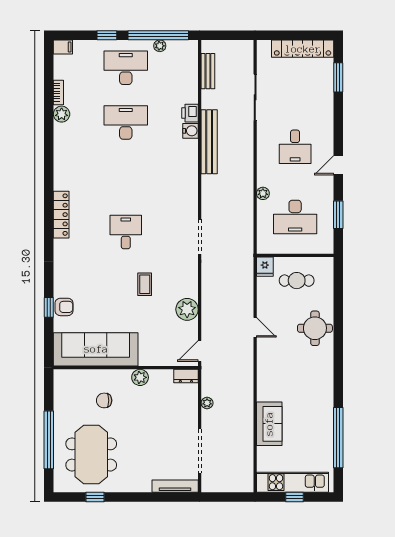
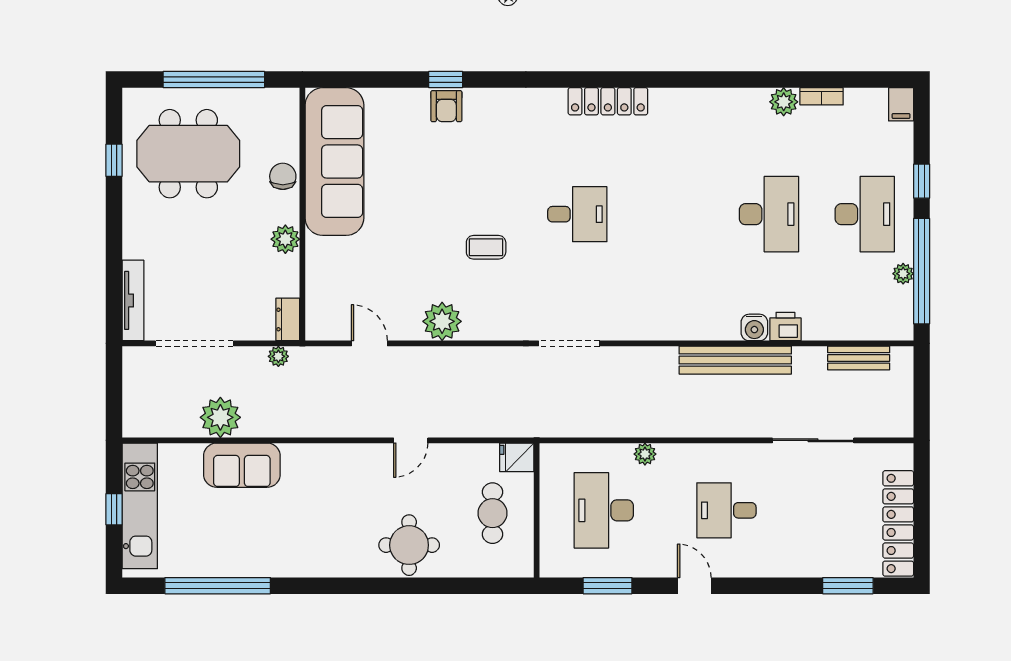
sofa: (96, 349) -> (334, 162), moved
wall: (126, 368) -> (302, 214), moved
dresser: (186, 376) -> (288, 319), moved
plant: (140, 377) -> (285, 239), moved
plant: (242, 436) -> (220, 417), added

